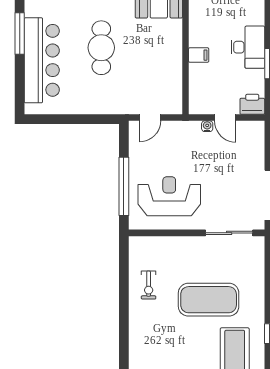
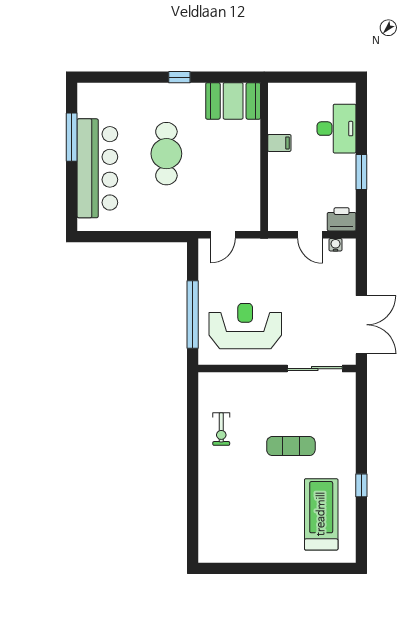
desk: (248, 47) -> (336, 129), moved
filing cabinet: (199, 55) -> (279, 143), moved
water cooler: (207, 126) -> (335, 245), moved
exercise mat: (209, 300) -> (291, 446), width x0.50, depth x0.69

